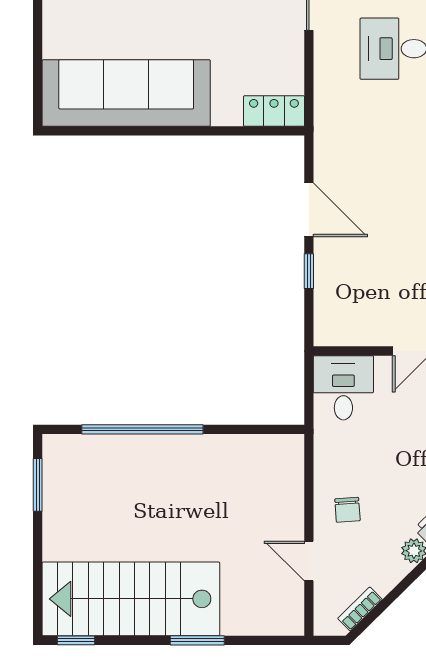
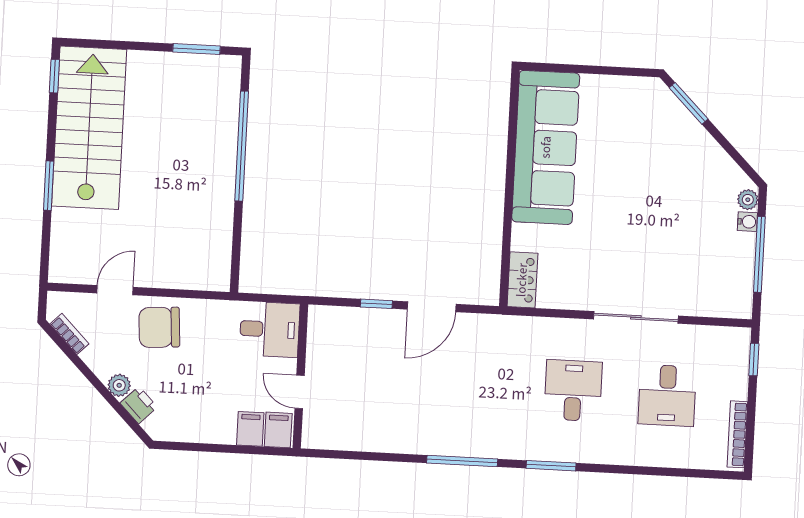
chair: (347, 510) -> (159, 327), width x1.87, depth x1.87

